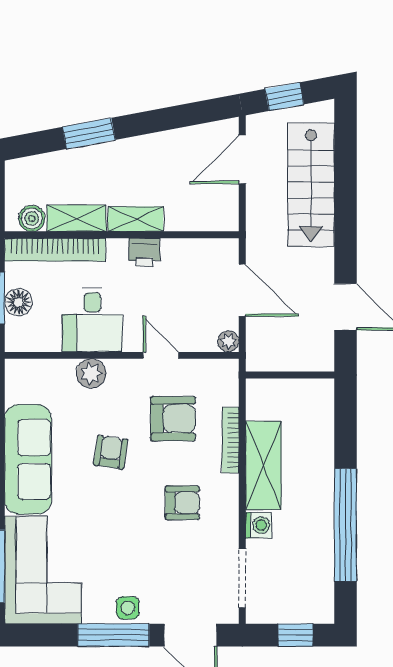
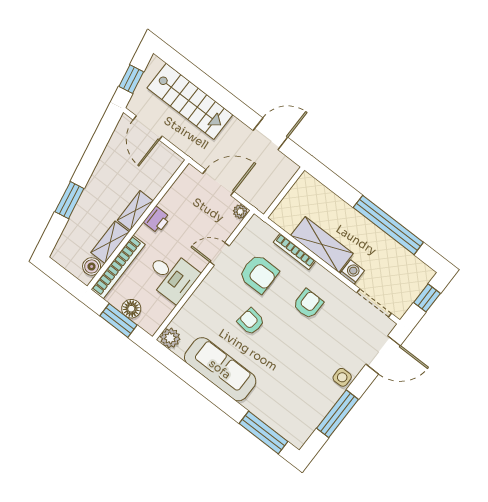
plant: (91, 373) -> (170, 338), moved
armchair: (173, 419) -> (259, 274), turned 90
corner sofa: (43, 570) -> (286, 407), removed
window: (113, 635) -> (337, 414), moved

